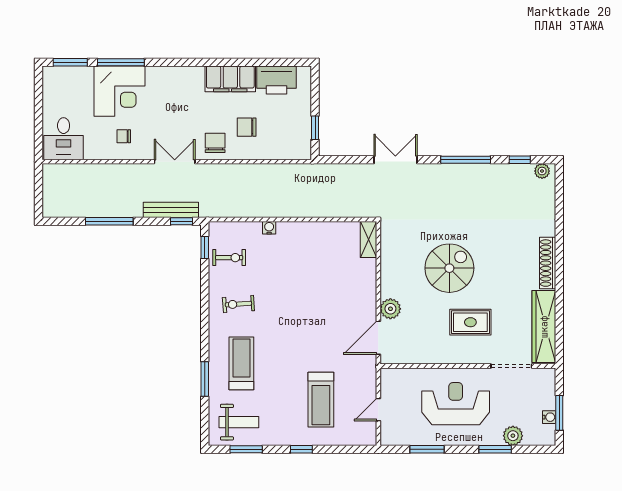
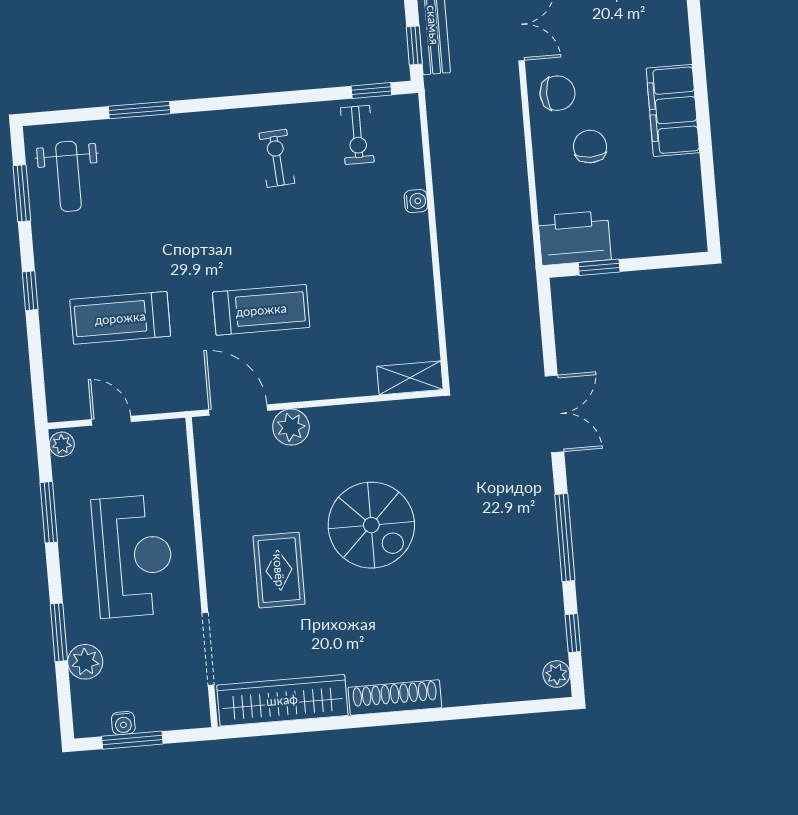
printer: (277, 80) -> (575, 238), moved, turned 90
treadmill: (241, 363) -> (261, 310), moved
plant: (389, 439) -> (62, 444), added

